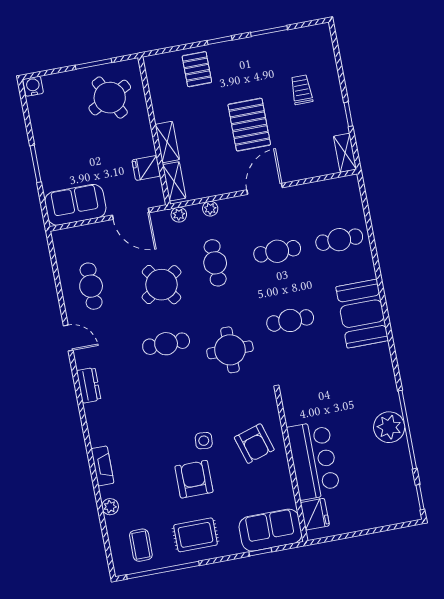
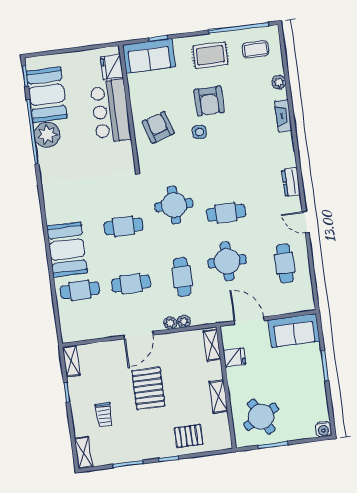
shelving: (324, 42) -> (83, 453), added
pallet: (197, 69) -> (189, 436), turned 90
shelving: (167, 142) -> (218, 396), moved
plant: (179, 215) -> (170, 323), moved
round table: (162, 285) -> (227, 261), turned 34
booth: (362, 314) -> (67, 249), moved
booth: (392, 476) -> (47, 95), added
coffee table: (141, 545) -> (255, 49), turned 90

